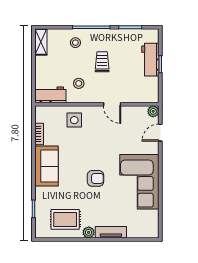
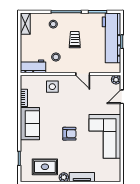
workbench: (150, 60) -> (112, 38), width x1.87, depth x1.32

